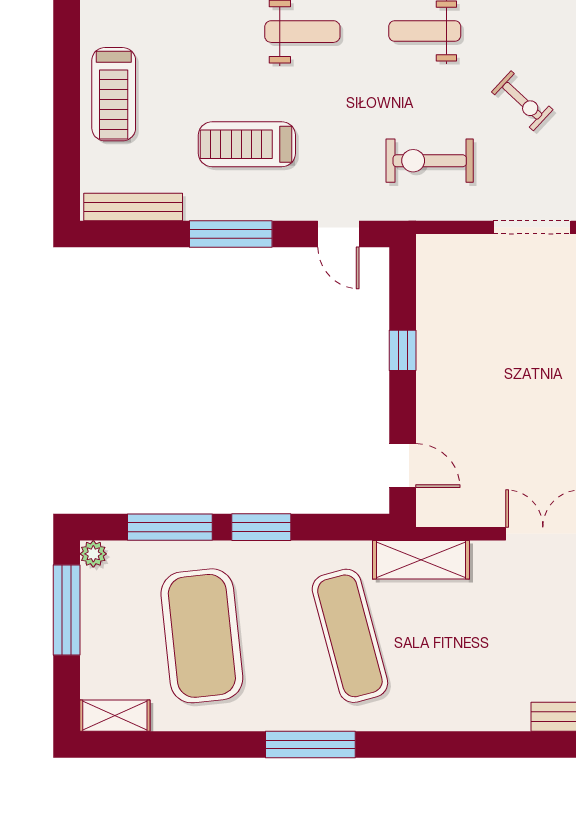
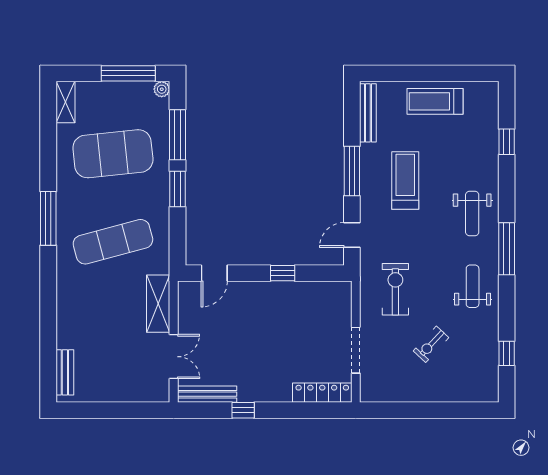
shelving: (421, 560) -> (158, 304), moved

